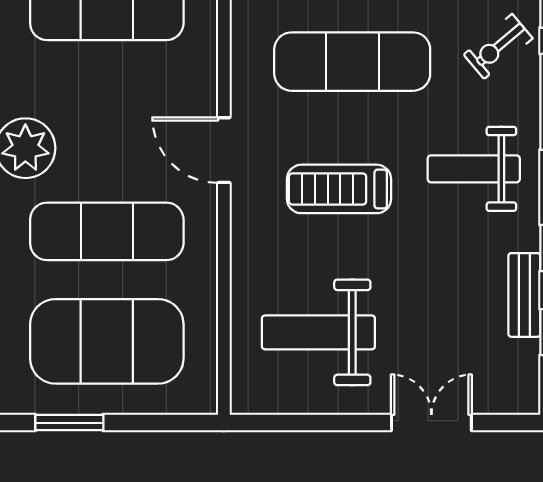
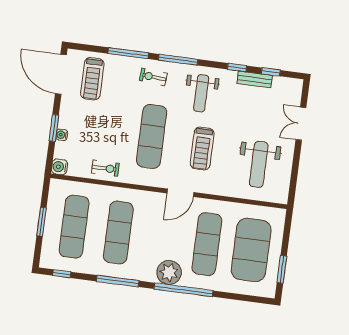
exercise bike: (498, 46) -> (153, 77), turned 134

